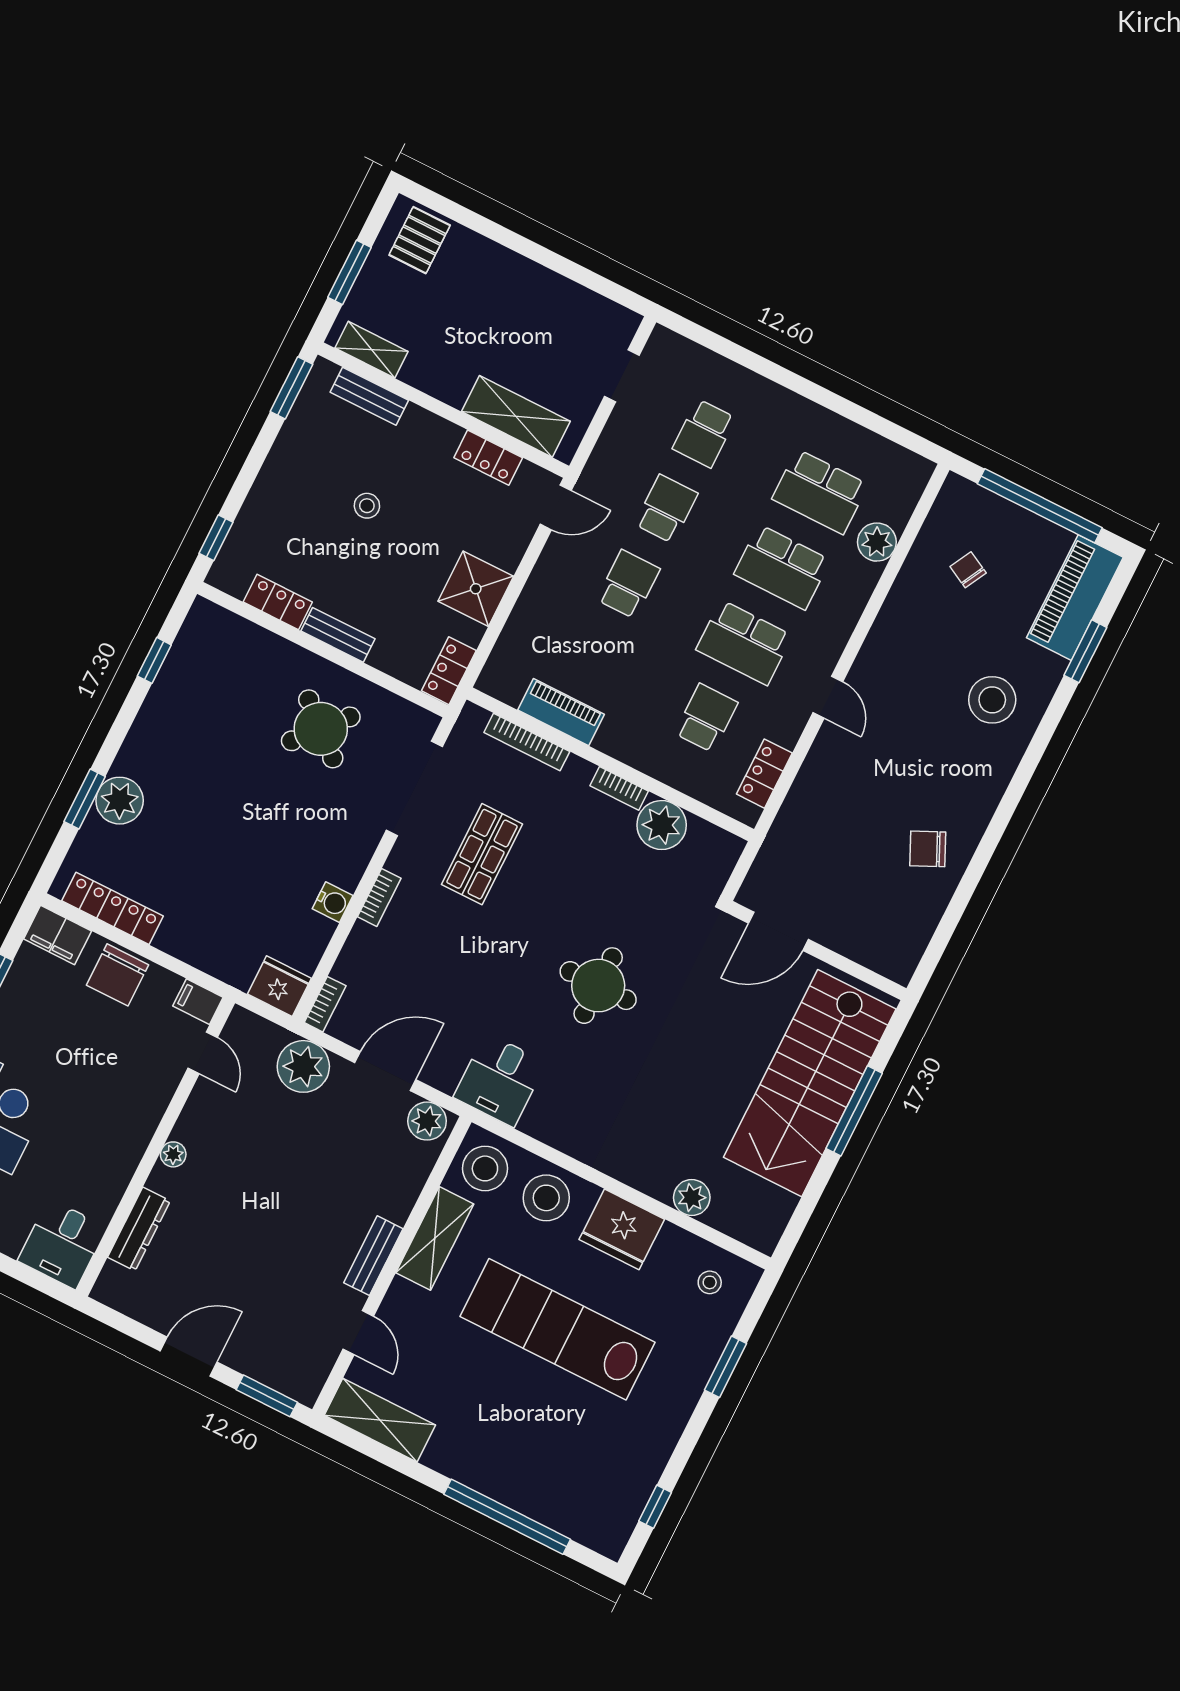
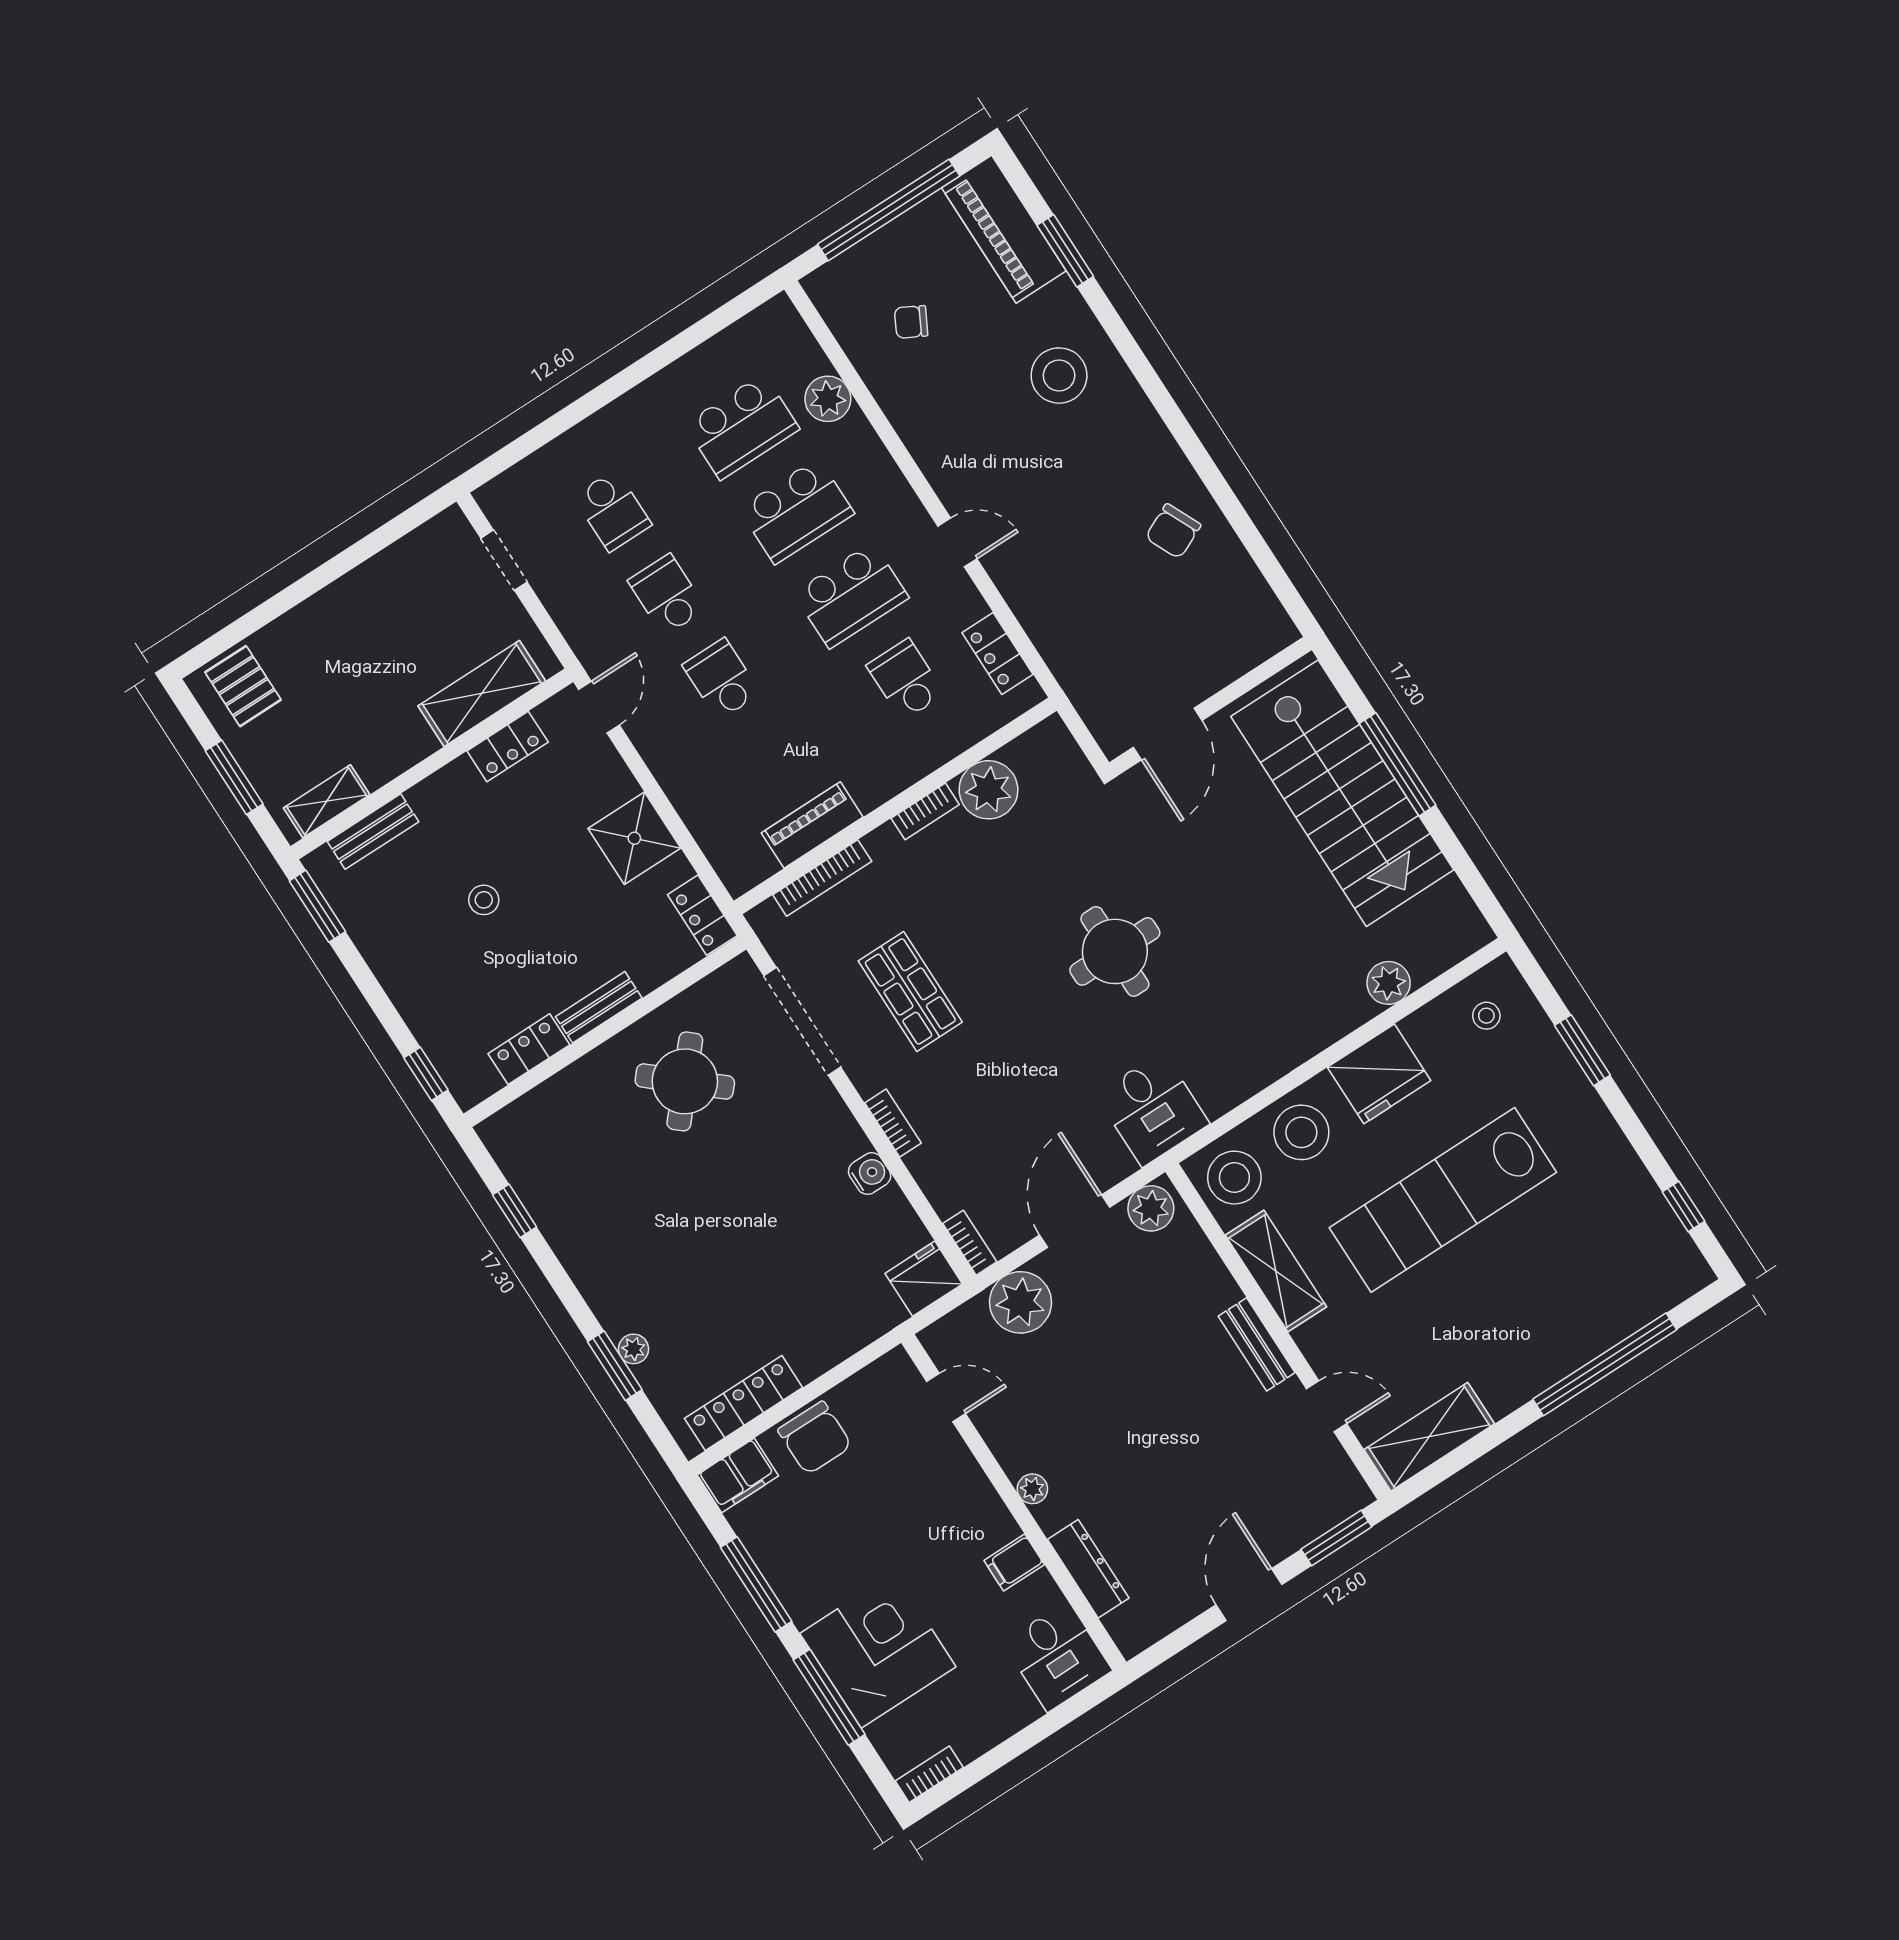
plant: (120, 801) -> (633, 1349), width x0.53, depth x0.53
filing cabinet: (198, 1002) -> (1014, 1562), moved

